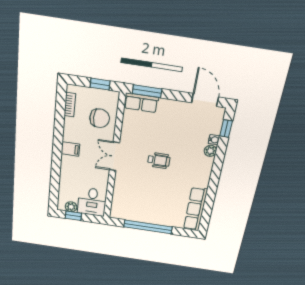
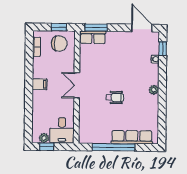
chair: (100, 118) -> (59, 43), moved
plant: (210, 151) -> (154, 90), moved
wheelchair: (159, 160) -> (115, 97), moved
row of seats: (195, 209) -> (132, 137), moved, turned 90

